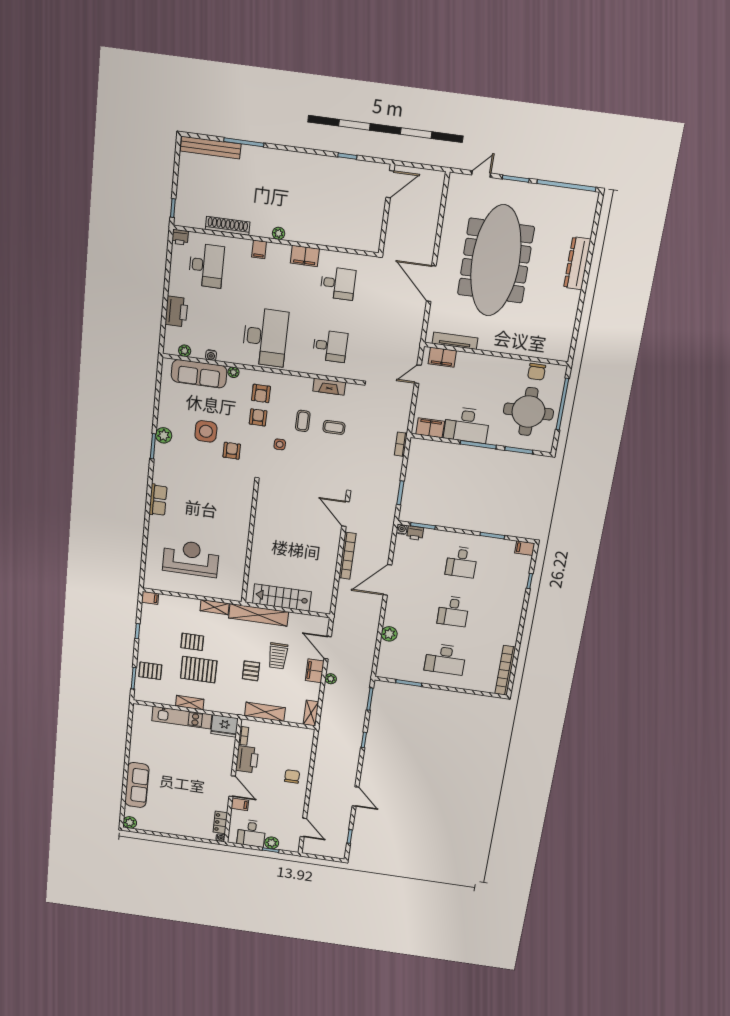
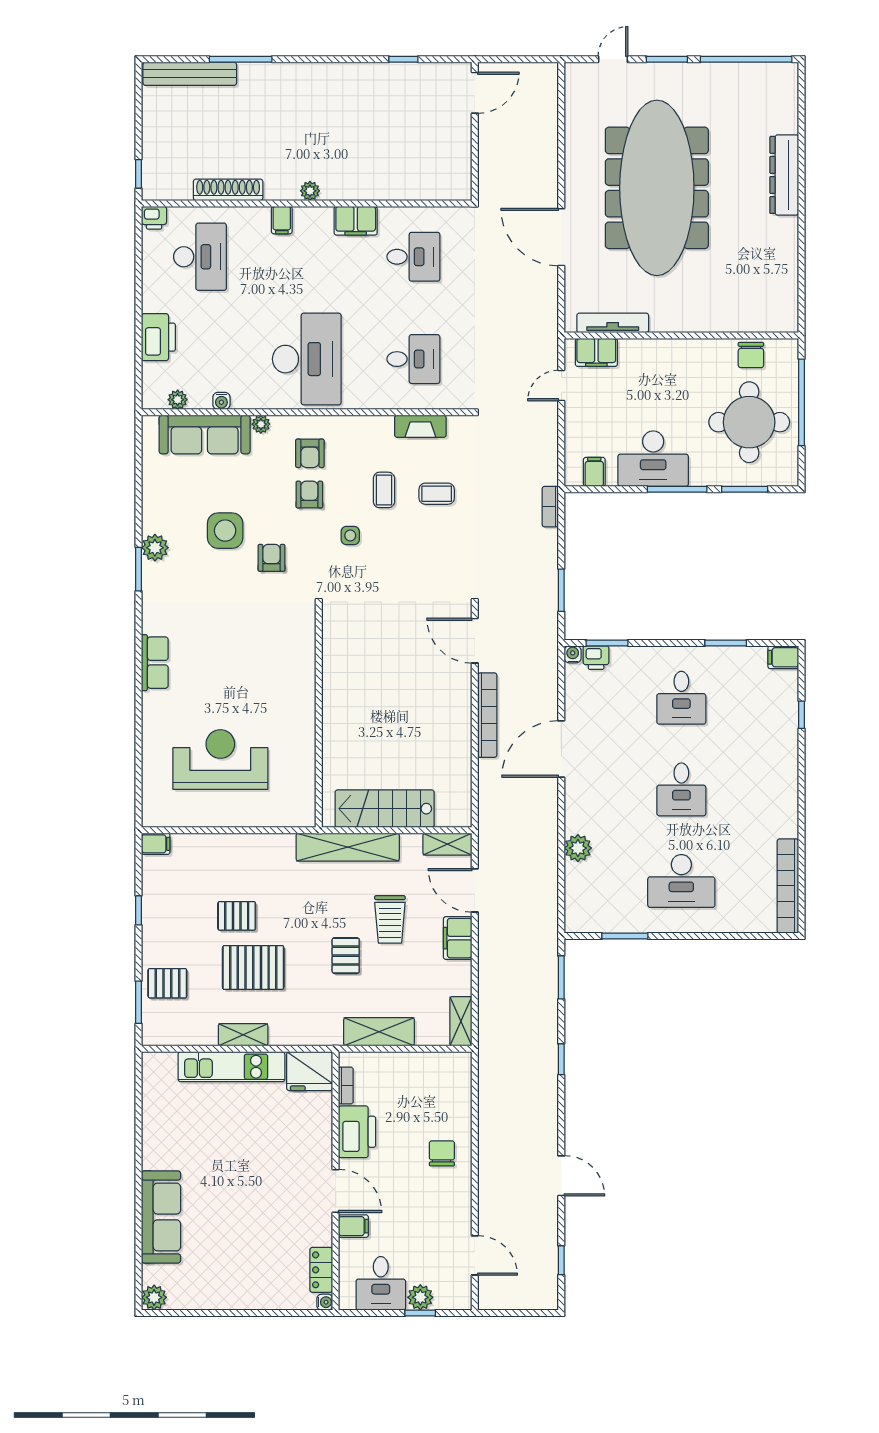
filing cabinet: (430, 428) -> (594, 472), width x0.50
shelving: (215, 607) -> (447, 844), moved
plant: (331, 679) -> (488, 949), removed

